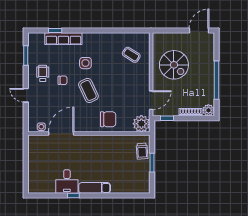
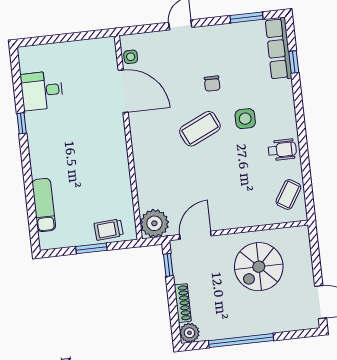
row of seats: (63, 39) -> (279, 49), moved
coffee table: (131, 55) -> (288, 195), moved
wheelchair: (43, 73) -> (282, 150), moved
door: (151, 100) -> (195, 235), swing flipped
chair: (108, 119) -> (156, 167), removed
desk: (67, 181) -> (42, 91), moved
exam couch: (95, 188) -> (44, 205), moved

